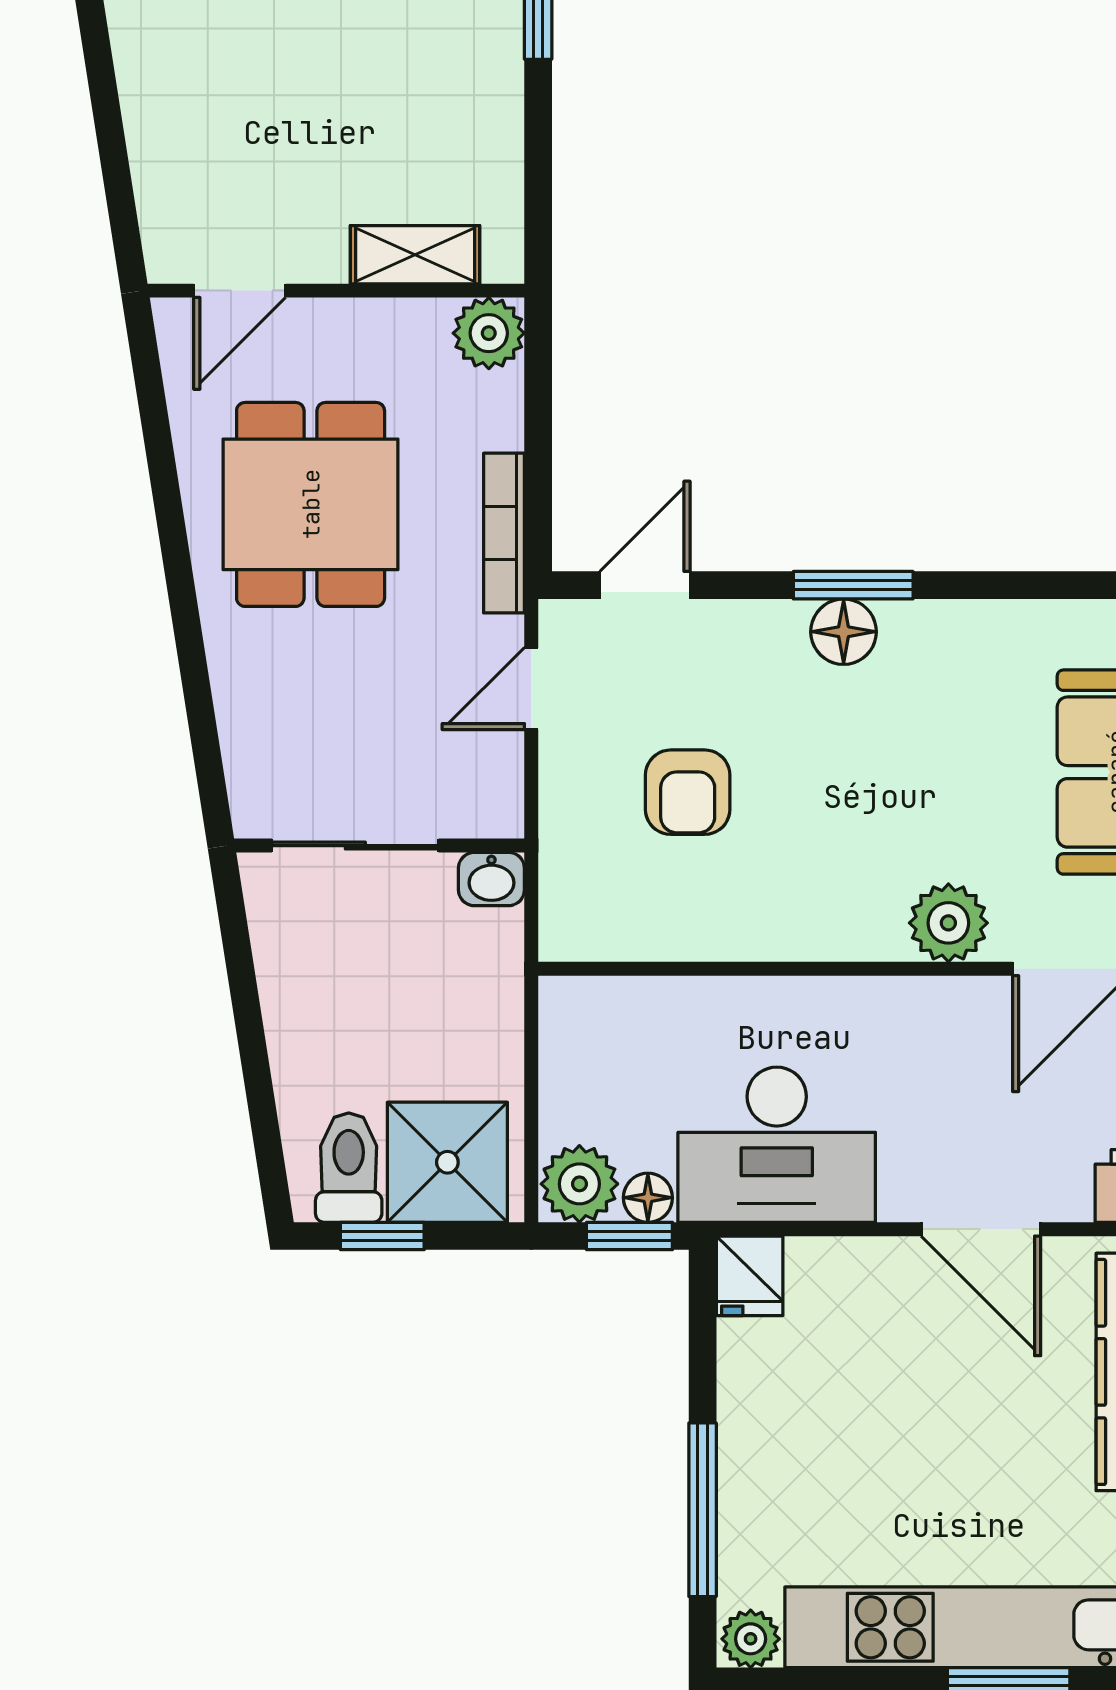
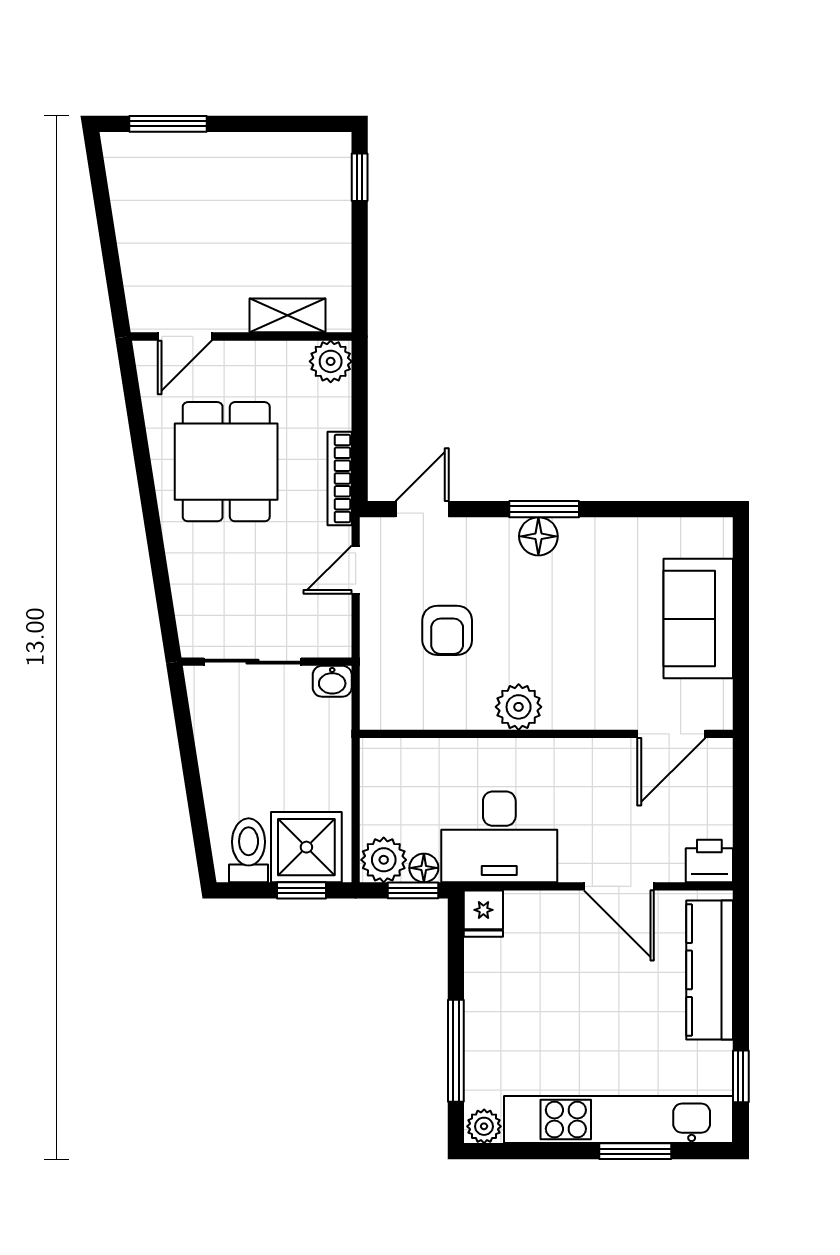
plant: (948, 923) -> (519, 707), moved
window: (382, 1236) -> (301, 890), moved

